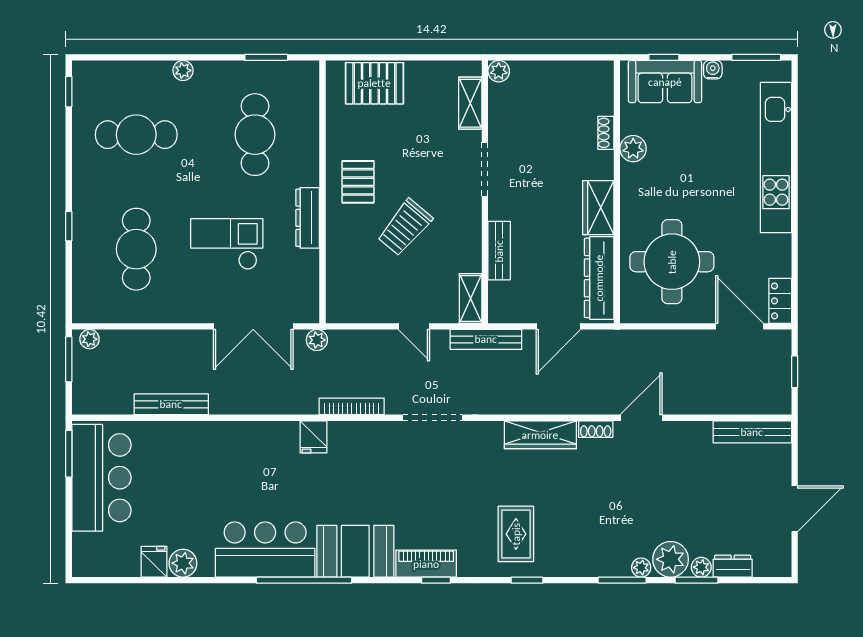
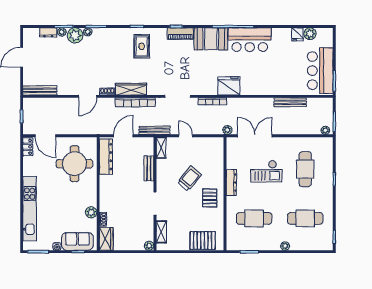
cafe table: (255, 135) -> (254, 218), turned 90
wardrobe: (598, 208) -> (106, 239), moved
bookcase: (531, 404) -> (135, 102), added
fridge: (313, 437) -> (229, 86), width x1.88, depth x1.34
plant: (183, 563) -> (310, 34), moved

